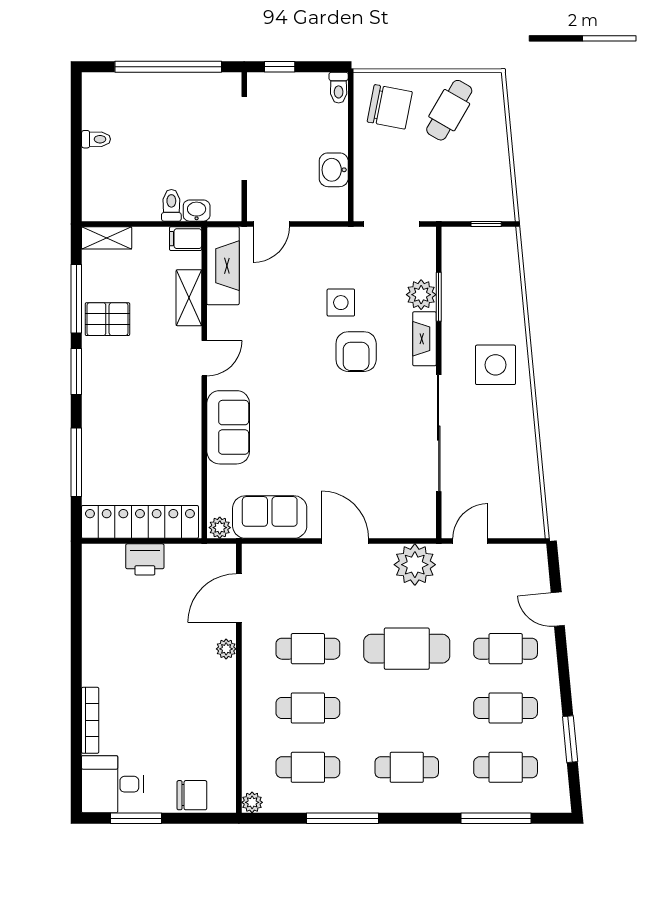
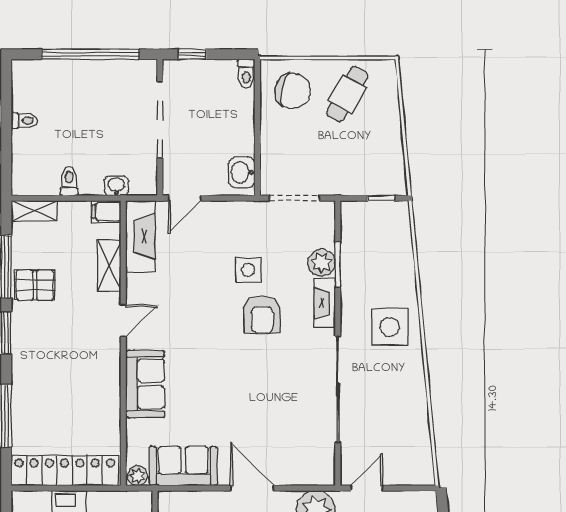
washbasin: (334, 170) -> (242, 172), moved
toilet: (171, 205) -> (69, 181), moved

